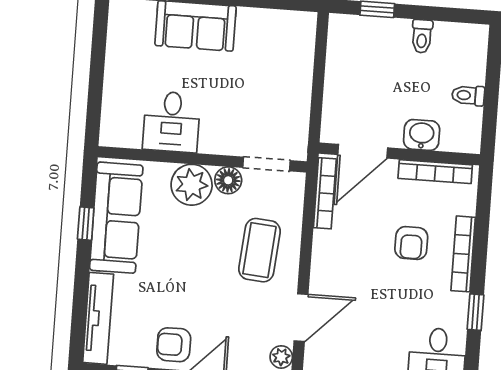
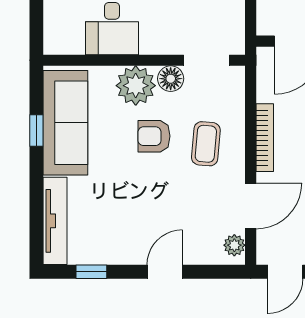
bookcase: (325, 193) -> (265, 138), moved
coffee table: (259, 250) -> (206, 144), width x0.73, depth x0.77
armchair: (174, 345) -> (154, 136), moved

